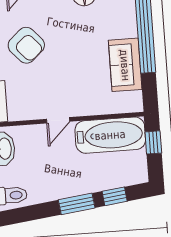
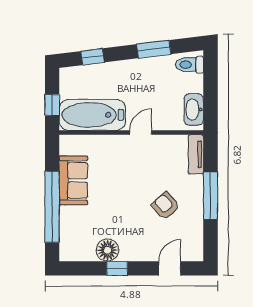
armchair: (26, 45) -> (166, 206), width x0.72, depth x0.72
window: (77, 204) -> (154, 49), moved

